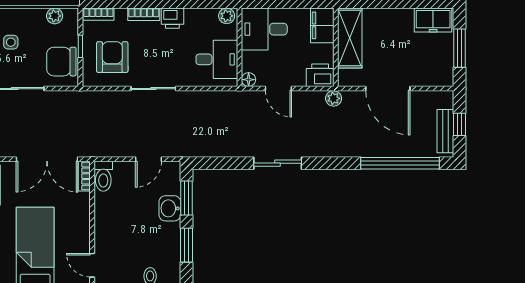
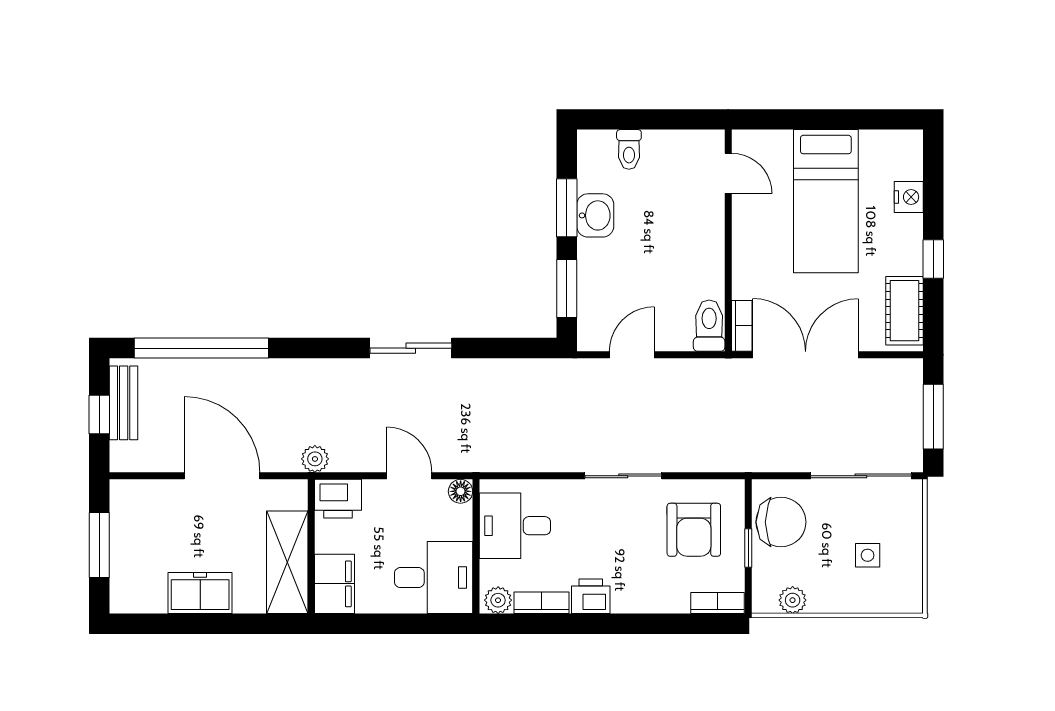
bookcase: (144, 14) -> (542, 603), moved
freezer: (433, 20) -> (200, 593), moved
washbasin: (170, 208) -> (595, 215), moved

